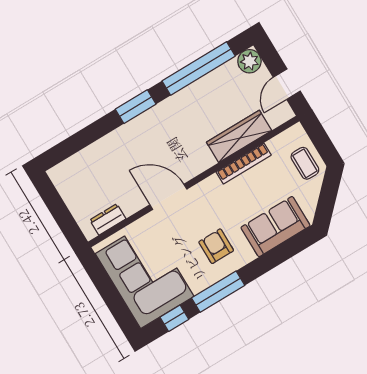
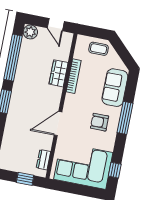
wardrobe: (239, 136) -> (59, 73), width x0.67
window: (64, 218) -> (25, 179), added
window: (218, 292) -> (125, 118), moved

